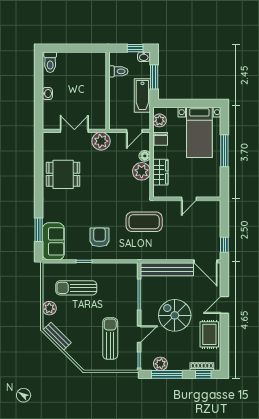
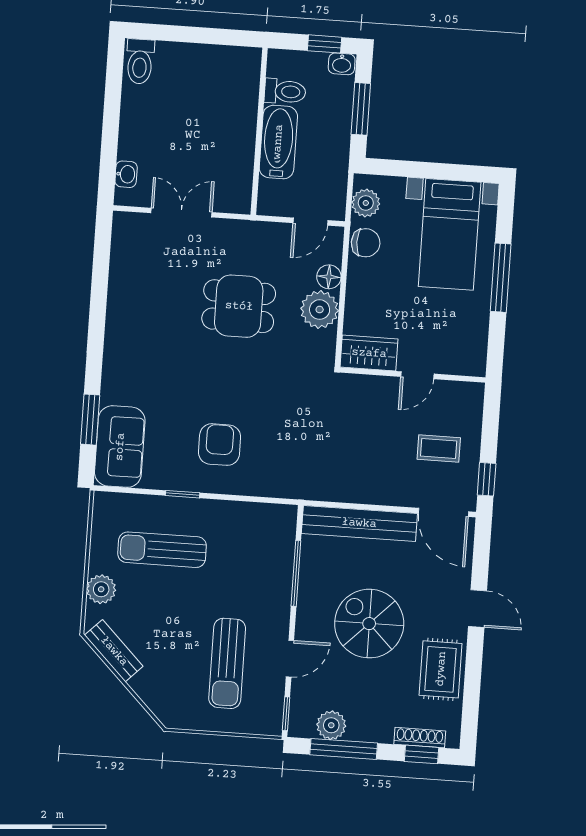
washbasin: (47, 94) -> (126, 174), moved
bathtub: (142, 96) -> (278, 142), moved, turned 180
chair: (161, 139) -> (366, 243), turned -90
plant: (101, 141) -> (237, 239), removed
wardrobe: (160, 172) -> (369, 353), moved, turned -90
dining table: (63, 174) -> (239, 306), moved
coffee table: (144, 222) -> (439, 449), moved, width x0.54, depth x0.58
door: (224, 305) -> (477, 609), swing flipped
sun lounger: (110, 338) -> (227, 663), turned 180

